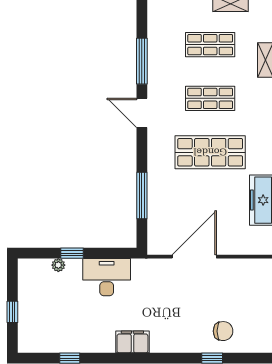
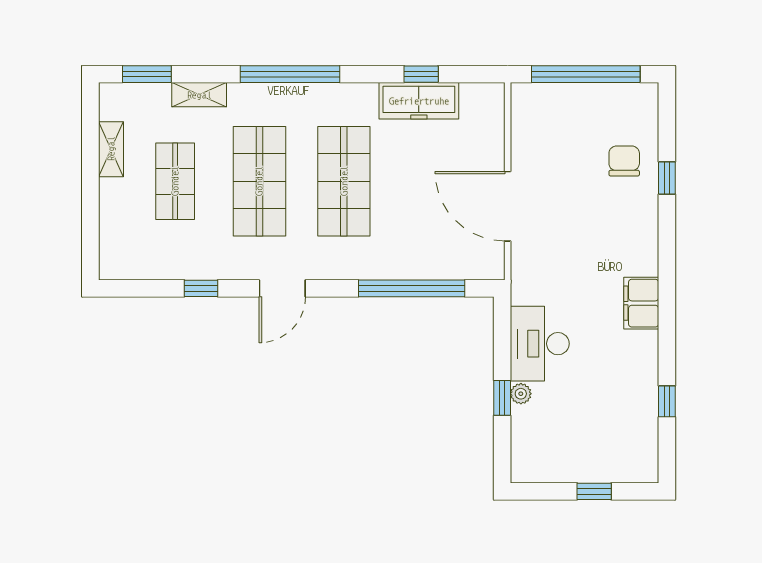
window: (142, 61) -> (201, 288), width x0.46
shop shelf: (210, 98) -> (259, 181), width x1.43, depth x1.36
window: (142, 195) -> (412, 288), width x1.46
plant: (58, 265) -> (521, 394), moved

